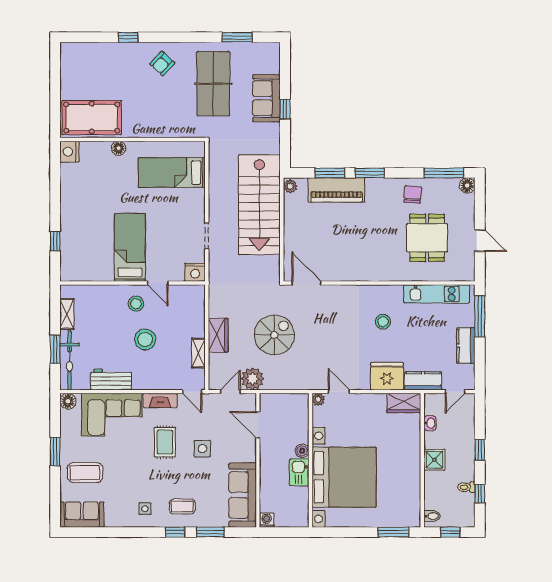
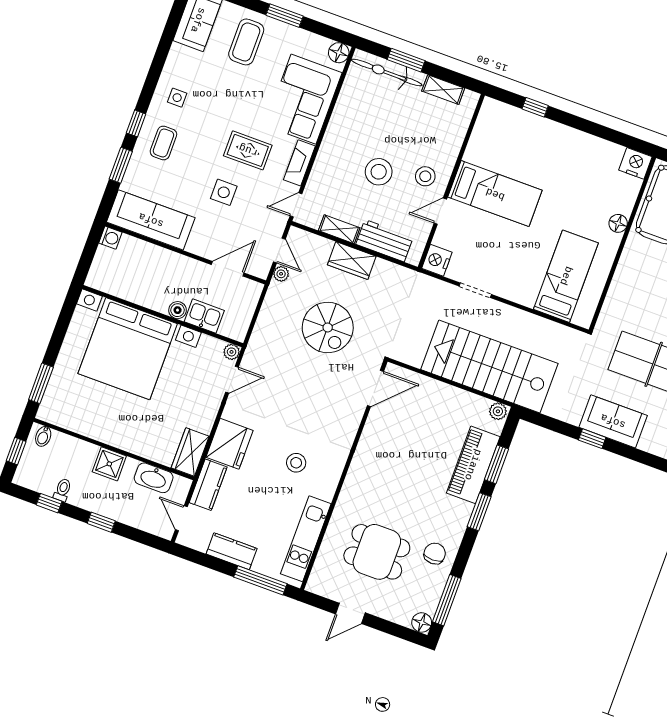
chair: (413, 195) -> (435, 554), turned -95
plant: (252, 379) -> (281, 274), width x0.53, depth x0.53
workbench: (111, 380) -> (384, 241), moved, turned -90
washbasin: (430, 423) -> (154, 478), width x1.91, depth x1.45
kitchen sink: (299, 472) -> (204, 316), moved

